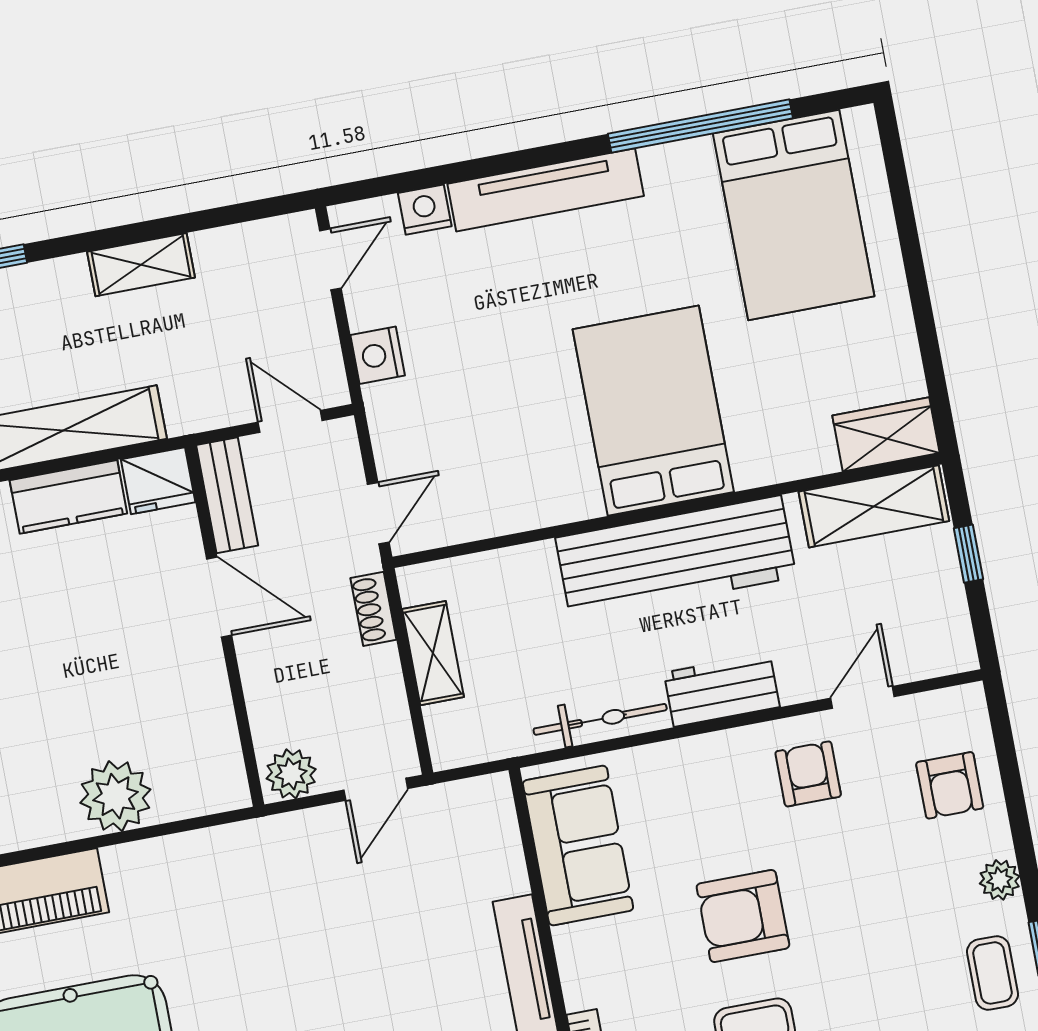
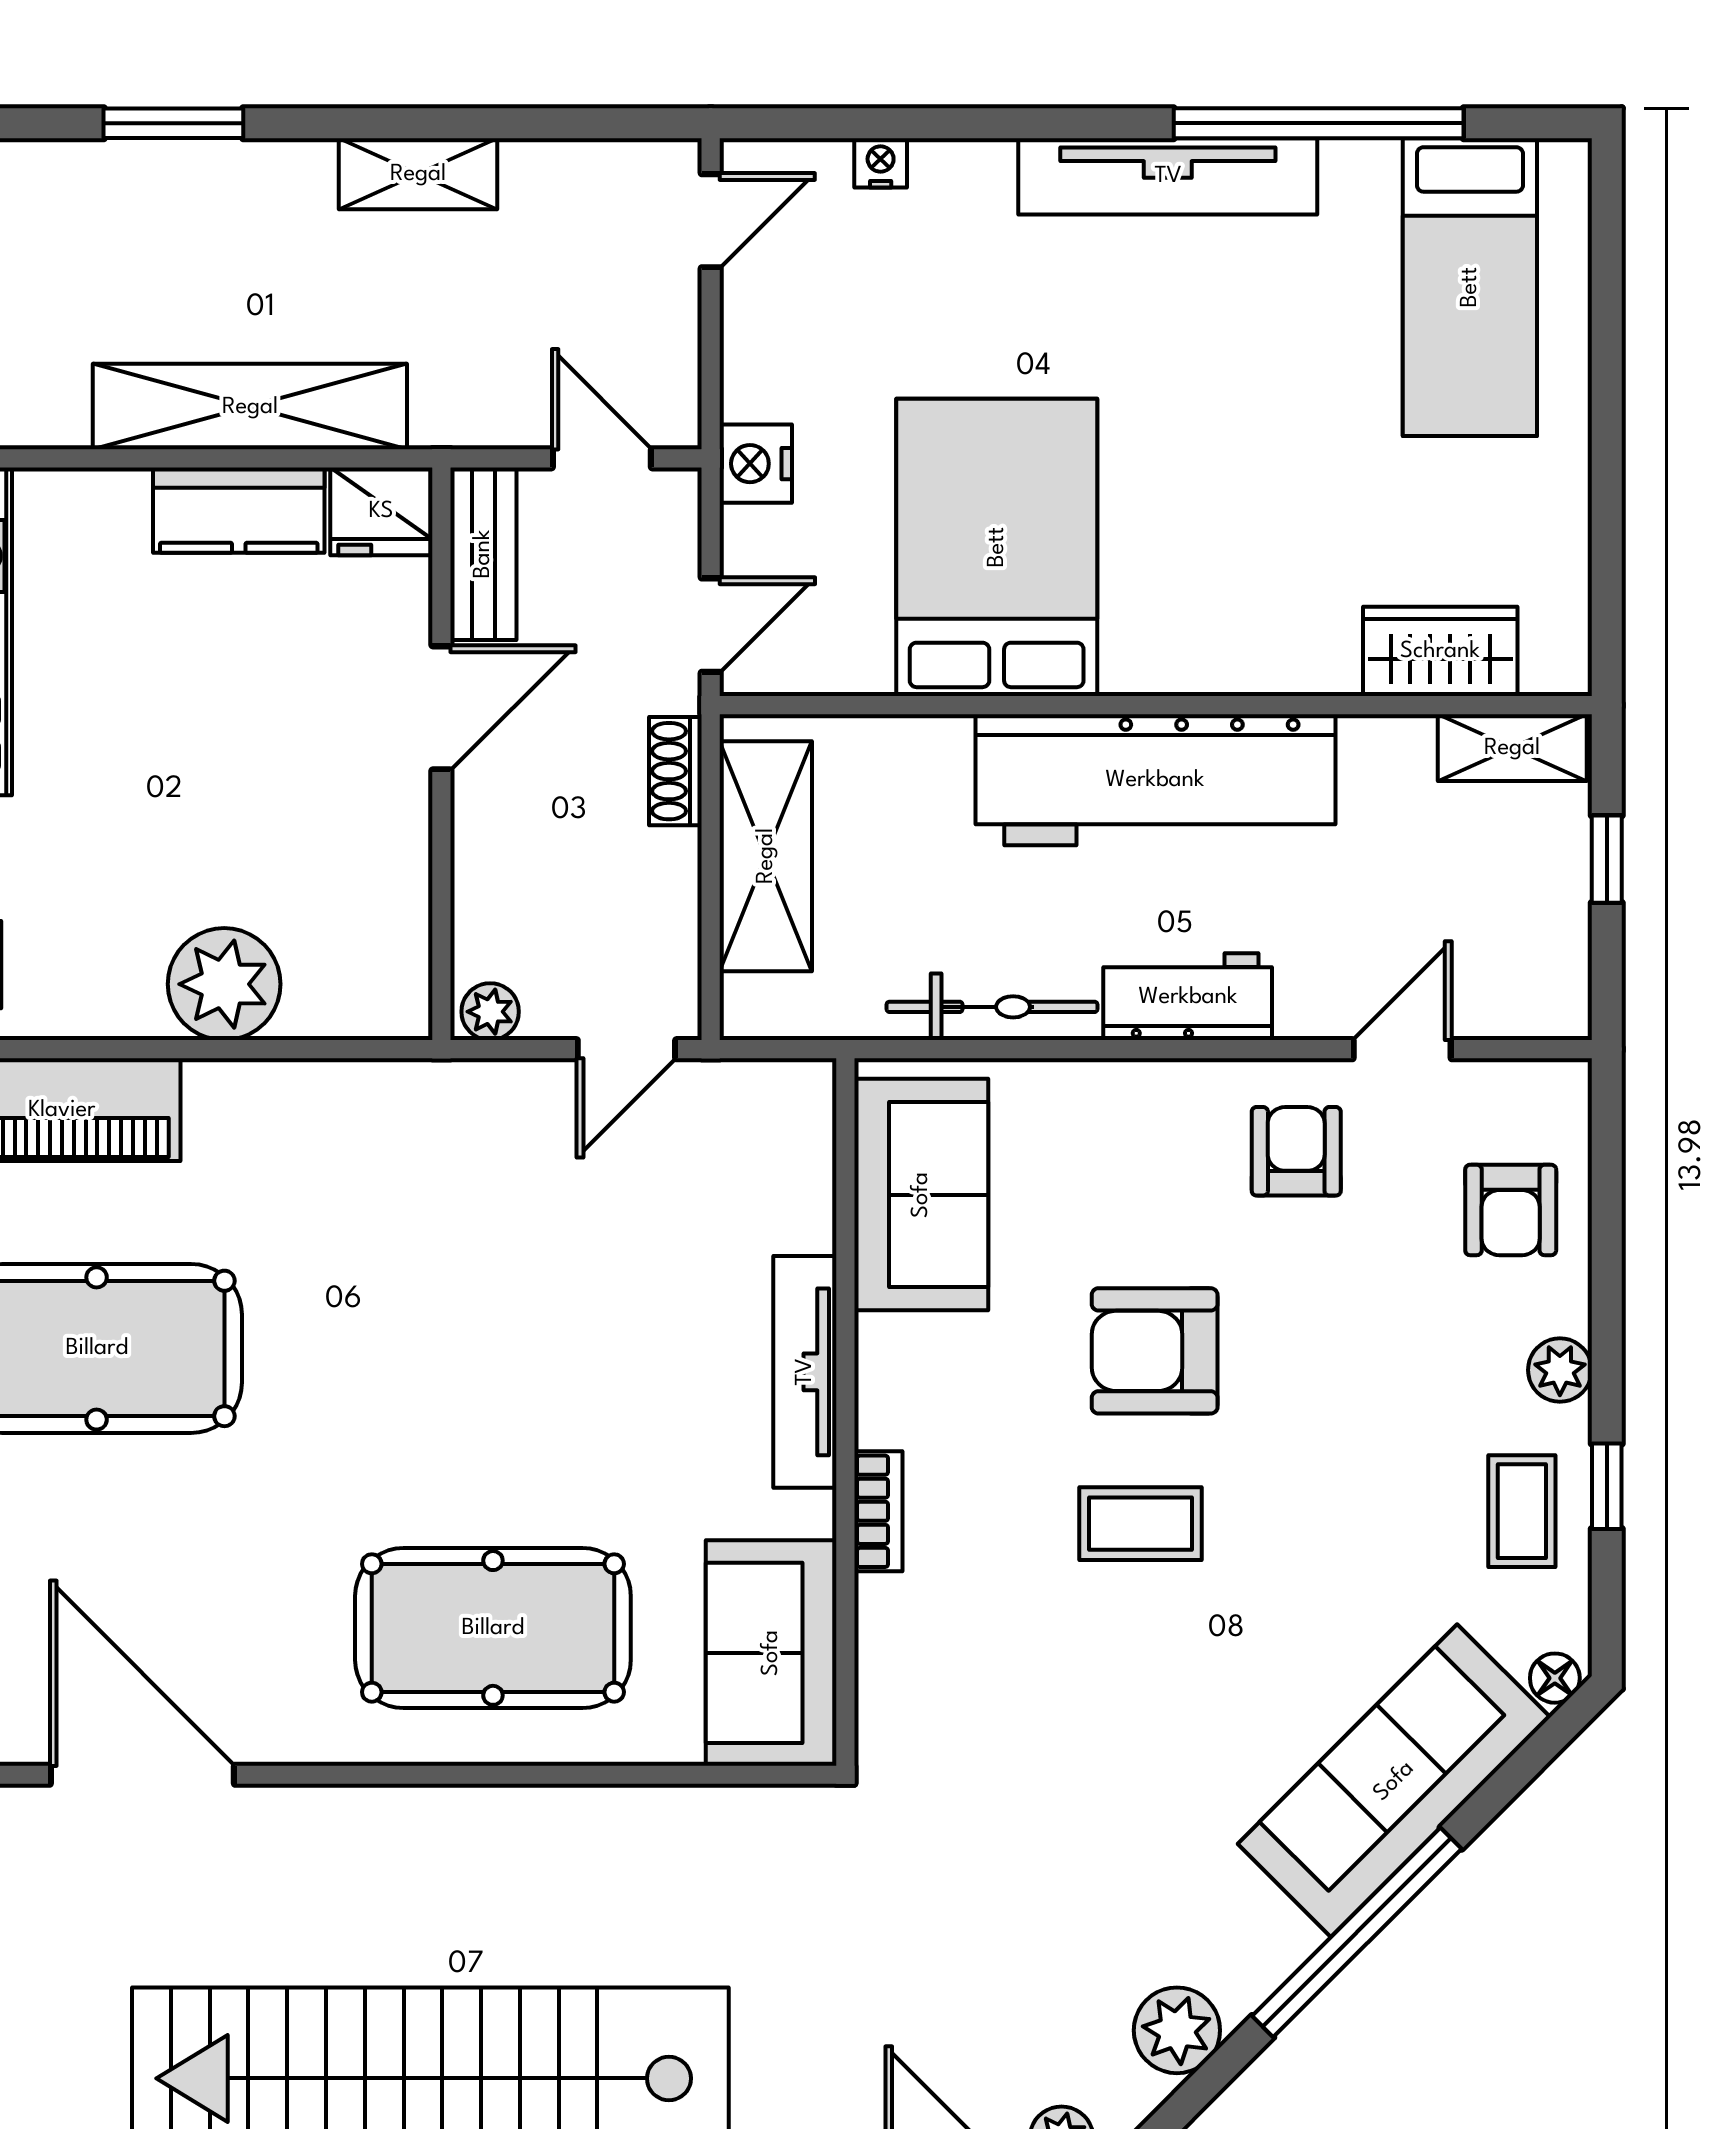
tv unit: (546, 190) -> (1168, 176), moved
nightstand: (425, 210) -> (881, 163), width x0.72, depth x0.74
bed: (794, 215) -> (1470, 287), width x0.67
nightstand: (378, 355) -> (756, 464), moved
bed: (653, 411) -> (997, 547), moved
wardrobe: (886, 434) -> (1440, 651), moved
shelving: (874, 506) -> (1512, 748), width x0.67, depth x0.75
door: (219, 597) -> (441, 708), hinge flipped
shelving: (433, 653) -> (766, 856), width x1.50, depth x1.33
plant: (291, 774) -> (490, 1012), width x0.73, depth x0.73

